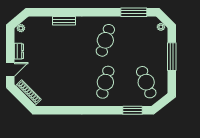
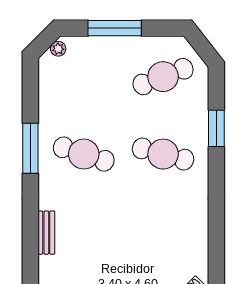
window: (134, 12) -> (30, 148), moved
window: (132, 110) -> (216, 128), moved

